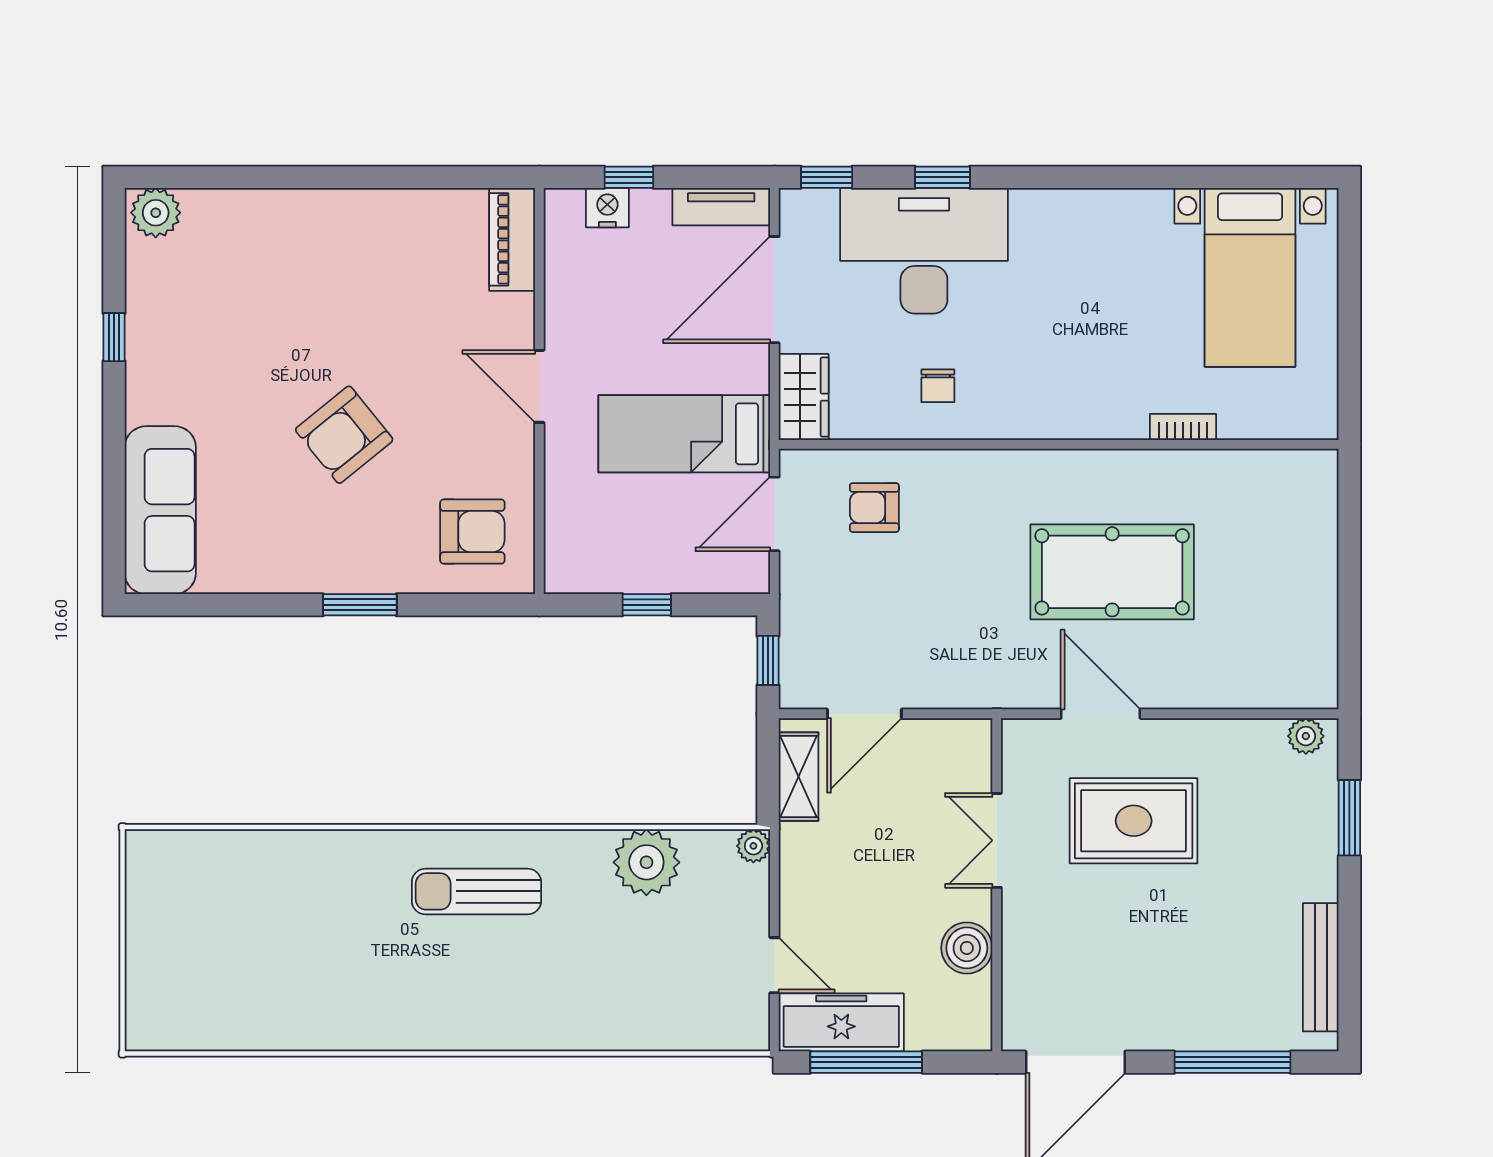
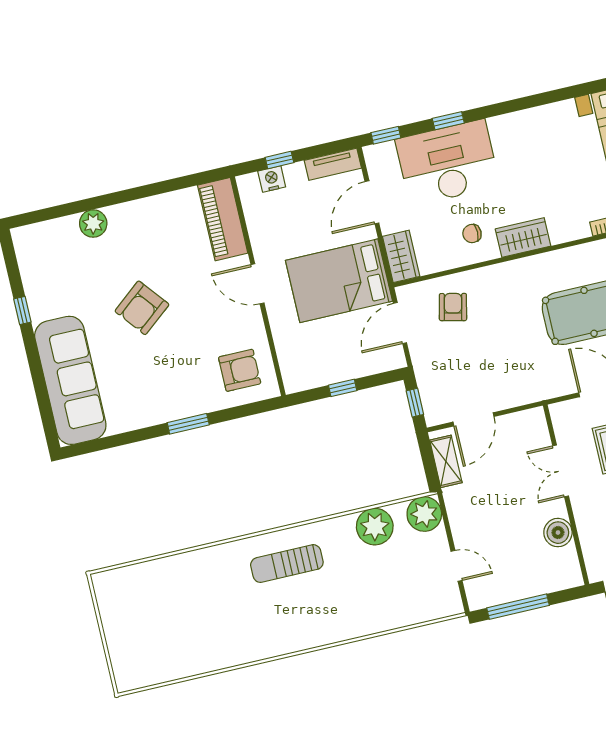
plant: (156, 213) -> (93, 223), moved
piano: (512, 239) -> (223, 219), width x1.37, depth x1.33
door: (774, 290) -> (372, 202), width x0.73
chair: (938, 386) -> (472, 234), turned 90
wardrobe: (1026, 414) -> (523, 238), added
bed: (684, 434) -> (339, 281), width x1.50
armchair: (344, 435) -> (142, 308), moved
armchair: (874, 508) -> (453, 307), turned 103
sofa: (160, 510) -> (70, 380), width x1.36, depth x1.27
plant: (753, 846) -> (424, 514), width x1.88, depth x1.88
freezer: (841, 1022) -> (500, 588), removed

